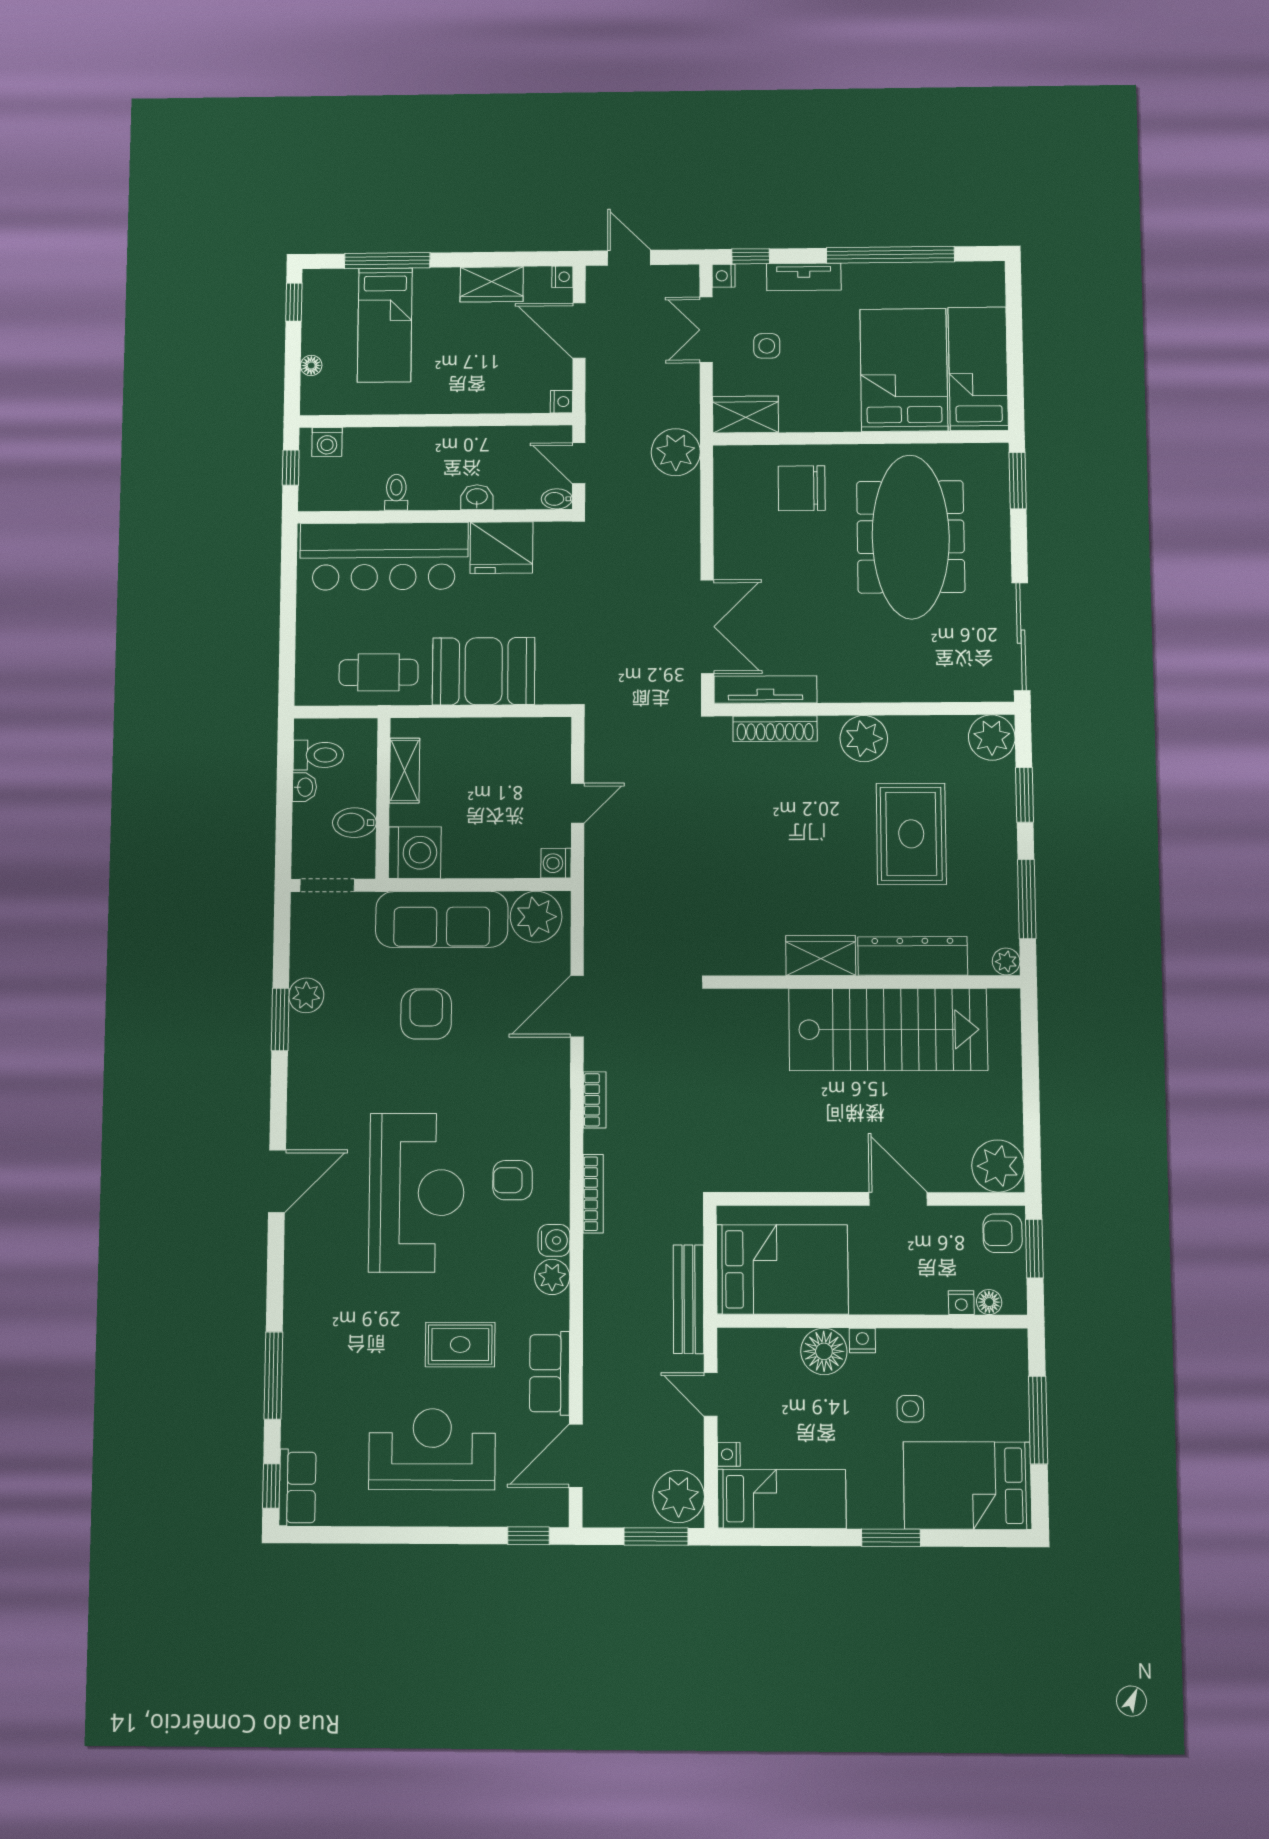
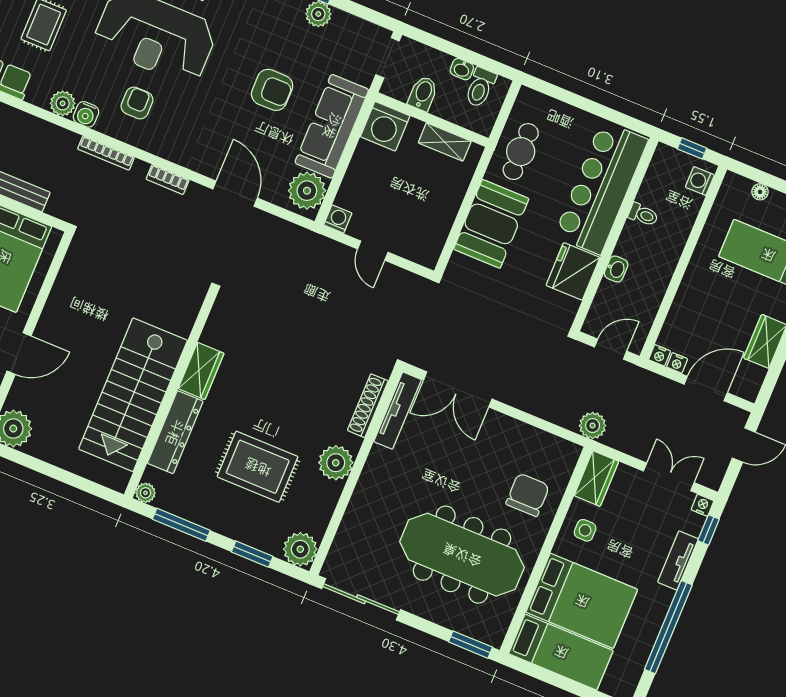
nightstand: (562, 277) -> (677, 363), moved
side table: (767, 346) -> (585, 530), moved
plant: (676, 452) -> (593, 426), width x0.73, depth x0.73
bidet: (557, 499) -> (591, 324), removed

